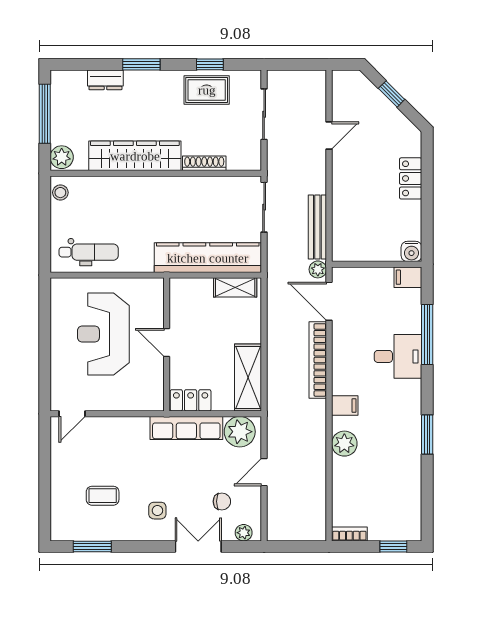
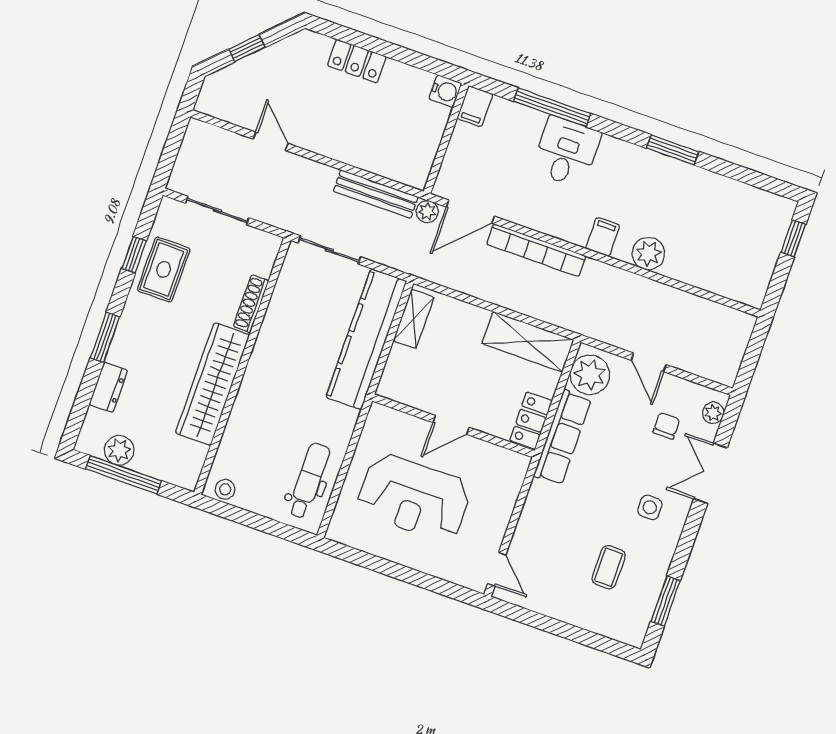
plant: (62, 157) -> (119, 450), moved
bookcase: (349, 534) -> (760, 286), removed

